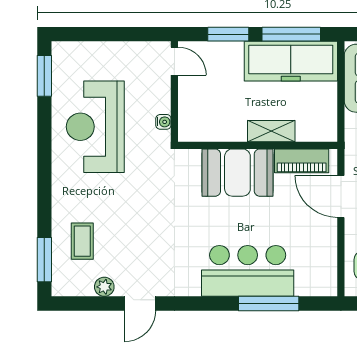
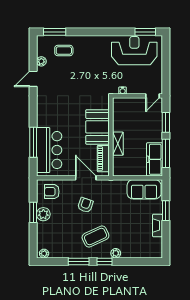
freezer: (291, 61) -> (155, 159), width x0.73, depth x0.79
reception desk: (95, 127) -> (134, 51), moved
door: (341, 196) -> (86, 178), hinge flipped
bar counter: (248, 271) -> (49, 150), moved
door: (140, 303) -> (33, 79), hinge flipped

